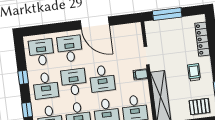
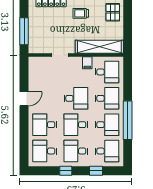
door: (95, 23) -> (24, 99), width x0.53
filing cabinet: (140, 74) -> (87, 63), moved
desk: (46, 86) -> (76, 151), turned 180

